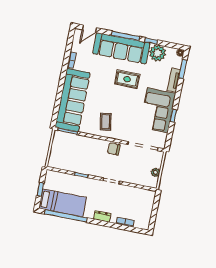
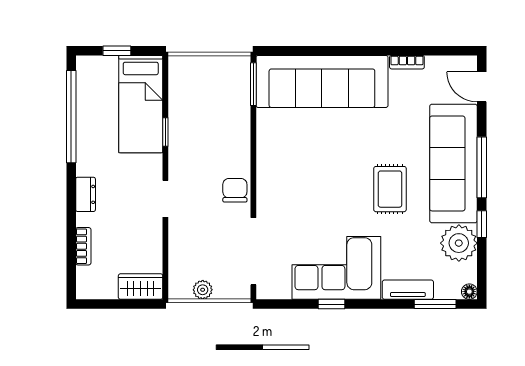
coffee table: (106, 122) -> (290, 161), removed
wardrobe: (148, 200) -> (141, 287), added
bed: (63, 203) -> (141, 104), moved

